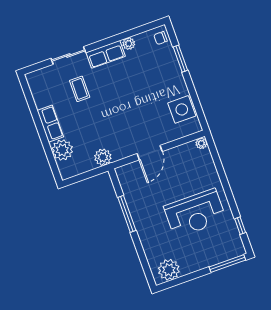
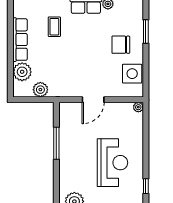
chair: (161, 38) -> (121, 45), moved, width x1.87, depth x1.87
row of seats: (50, 124) -> (20, 40), width x1.48
plant: (103, 157) -> (40, 90), moved
reception desk: (195, 213) -> (112, 163), turned -90

